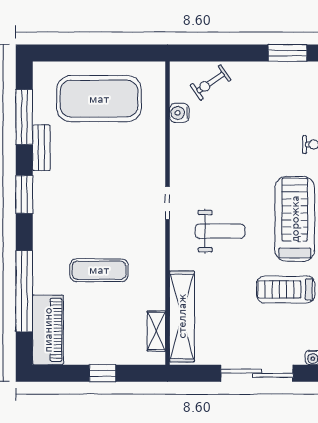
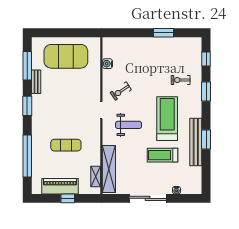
exercise bike: (211, 83) -> (121, 91), moved
piano: (48, 330) -> (60, 186), moved, turned -90

